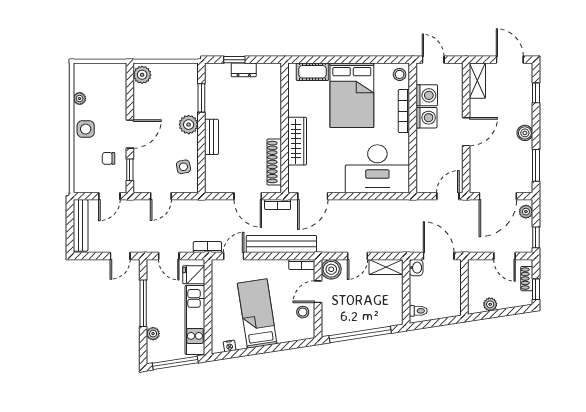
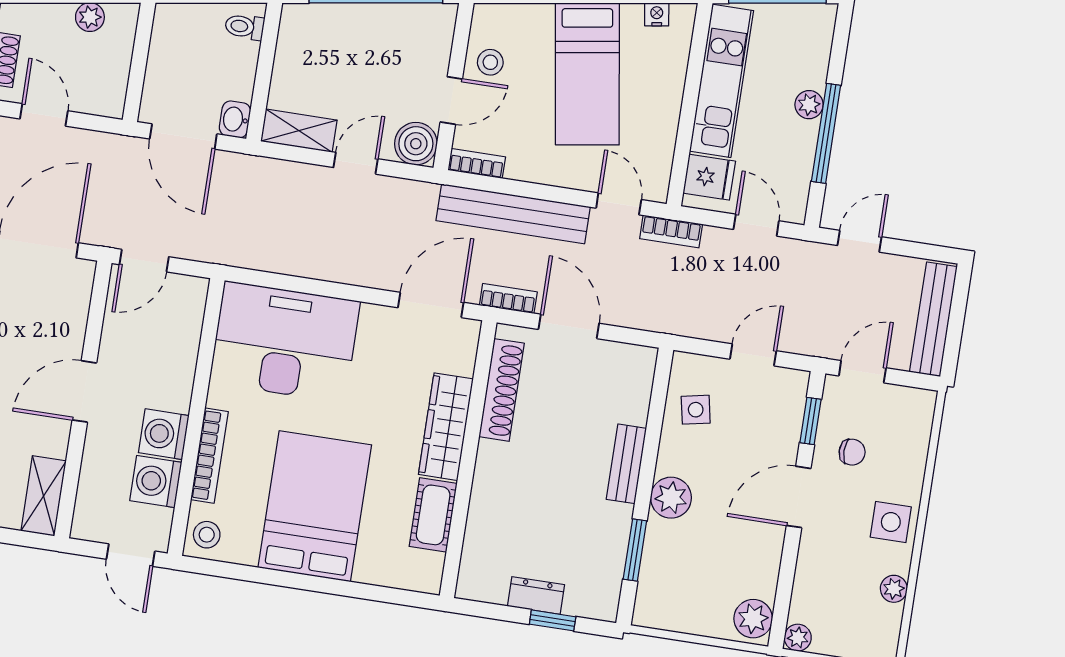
plant: (120, 69) -> (798, 638), added
cot: (312, 72) -> (433, 515), moved, turned 90
door: (234, 256) -> (619, 204), swing flipped
plant: (153, 334) -> (809, 105), moved

